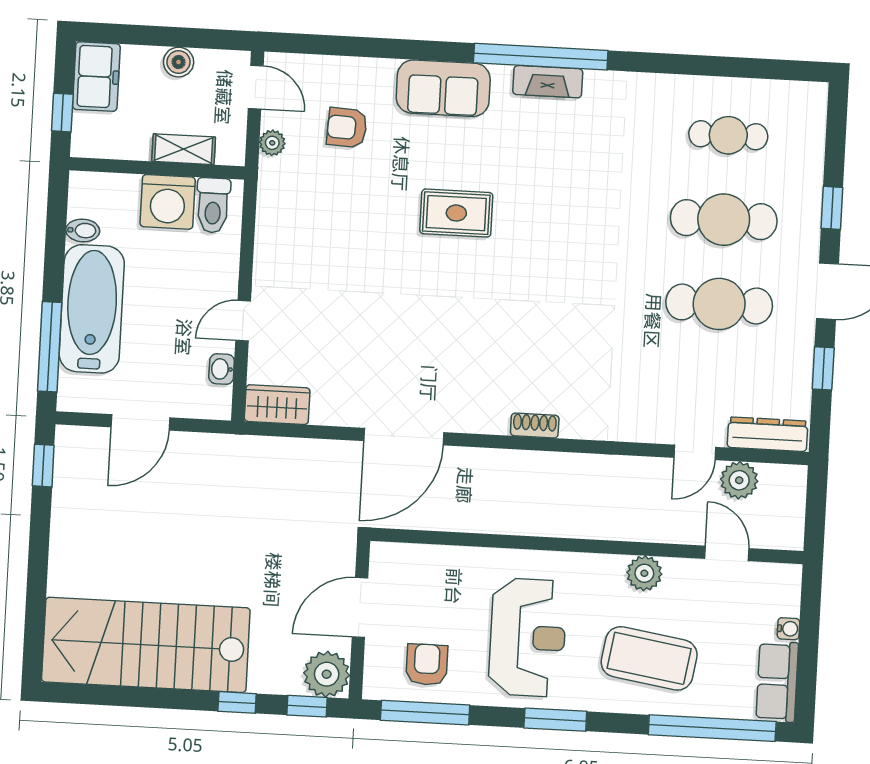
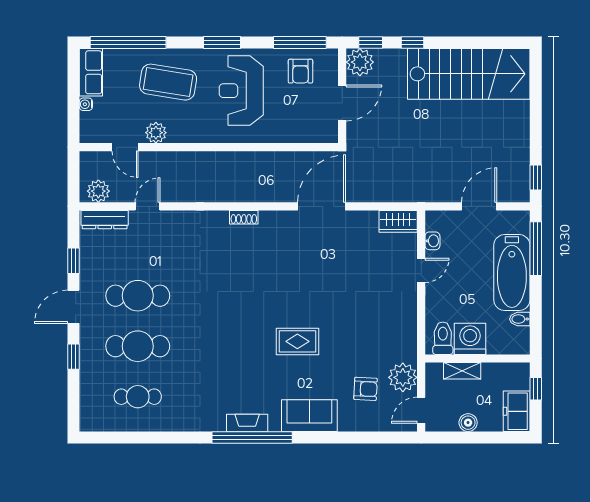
door: (256, 87) -> (421, 410), hinge flipped
plant: (272, 143) -> (403, 377), width x1.88, depth x1.88
plant: (739, 480) -> (98, 191), moved
plant: (644, 573) -> (156, 133), moved

